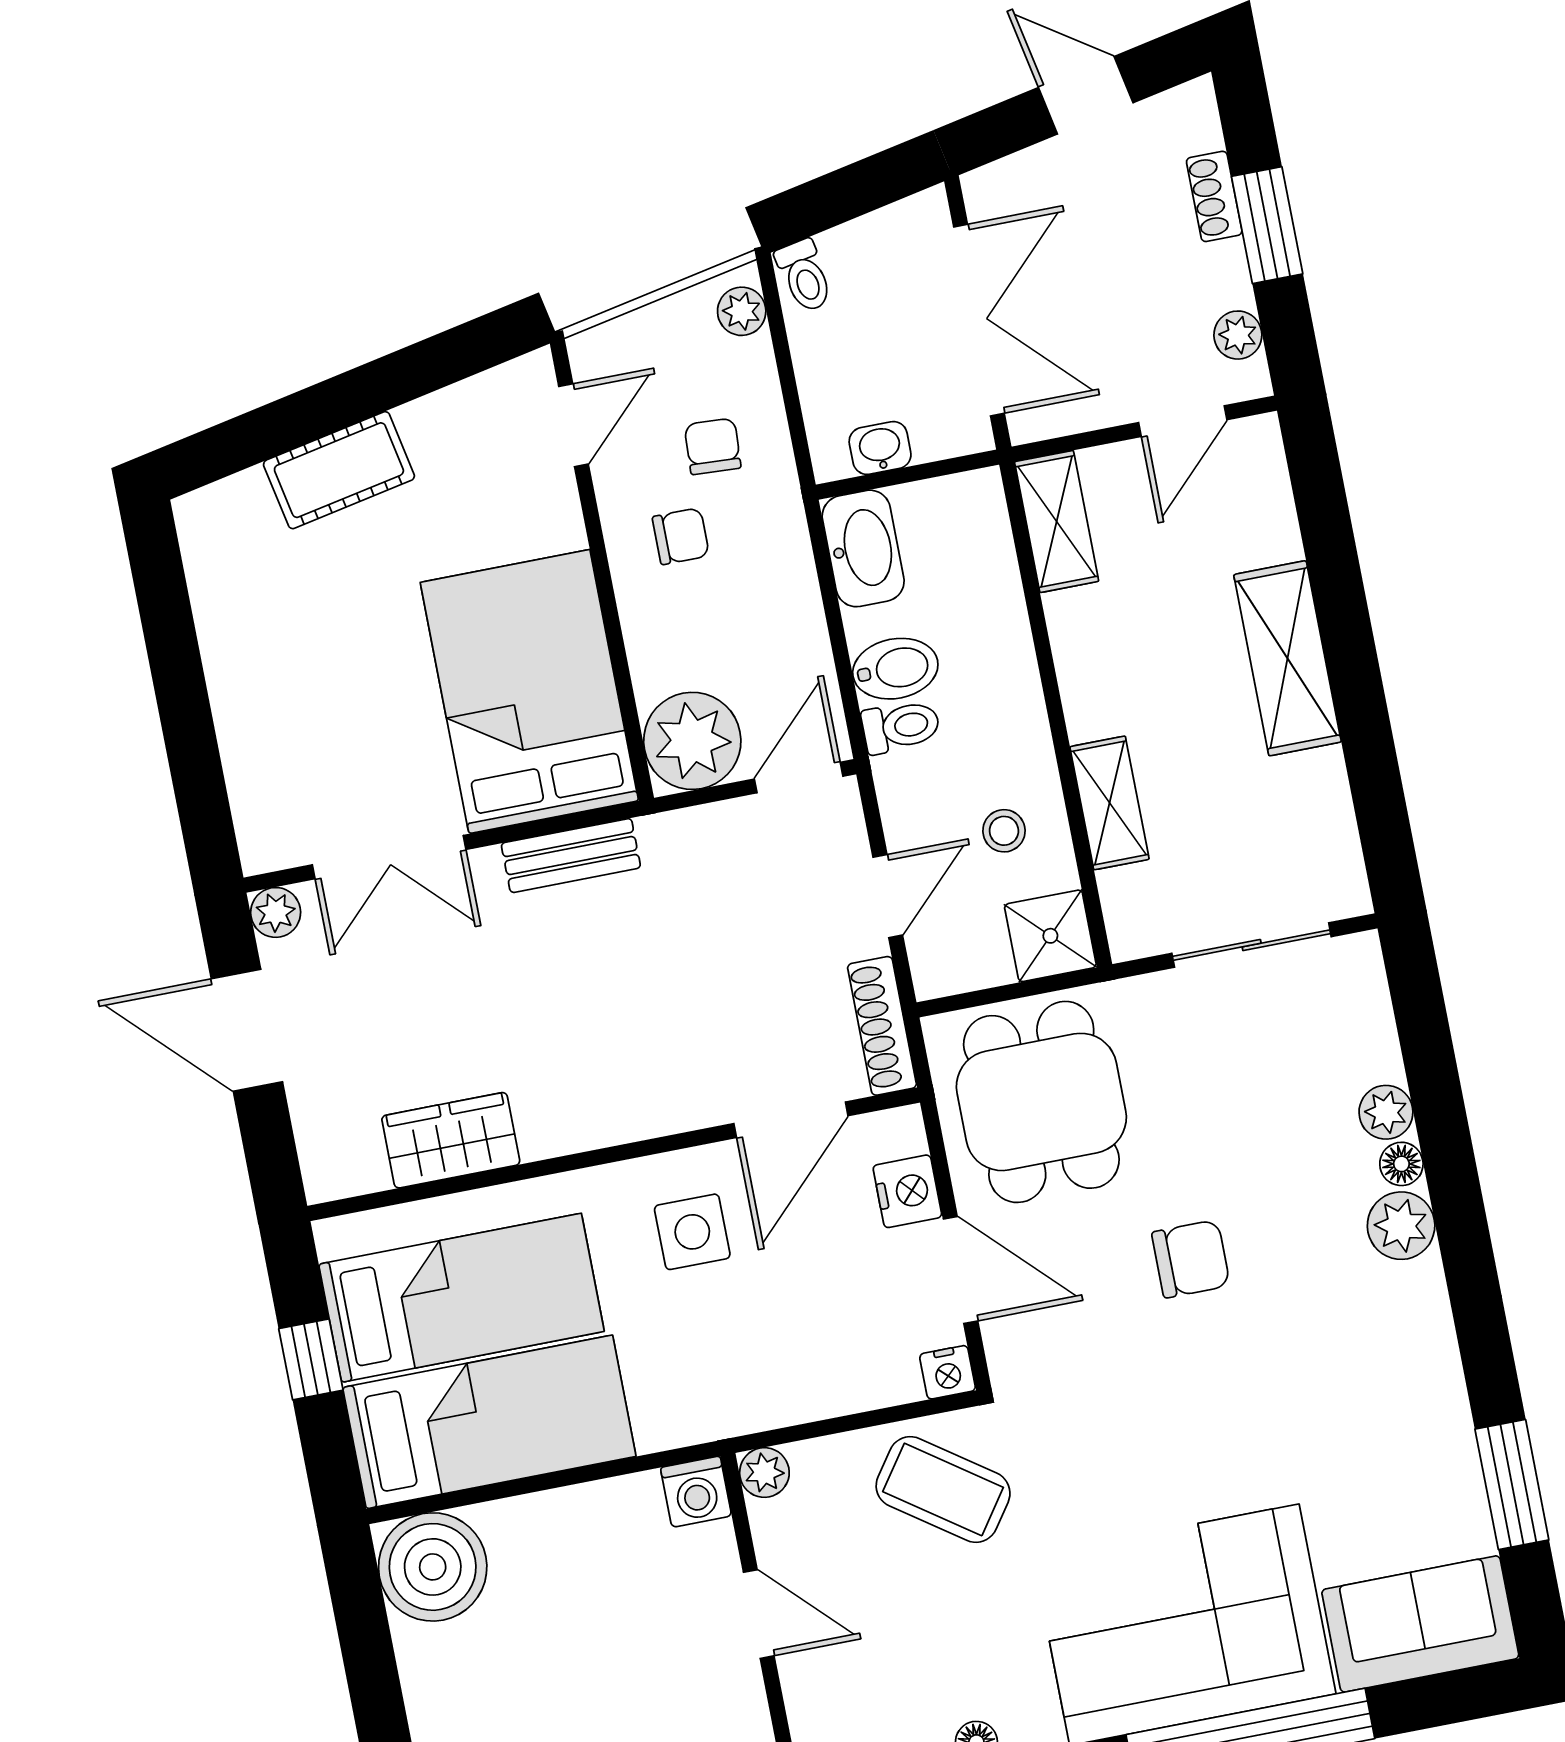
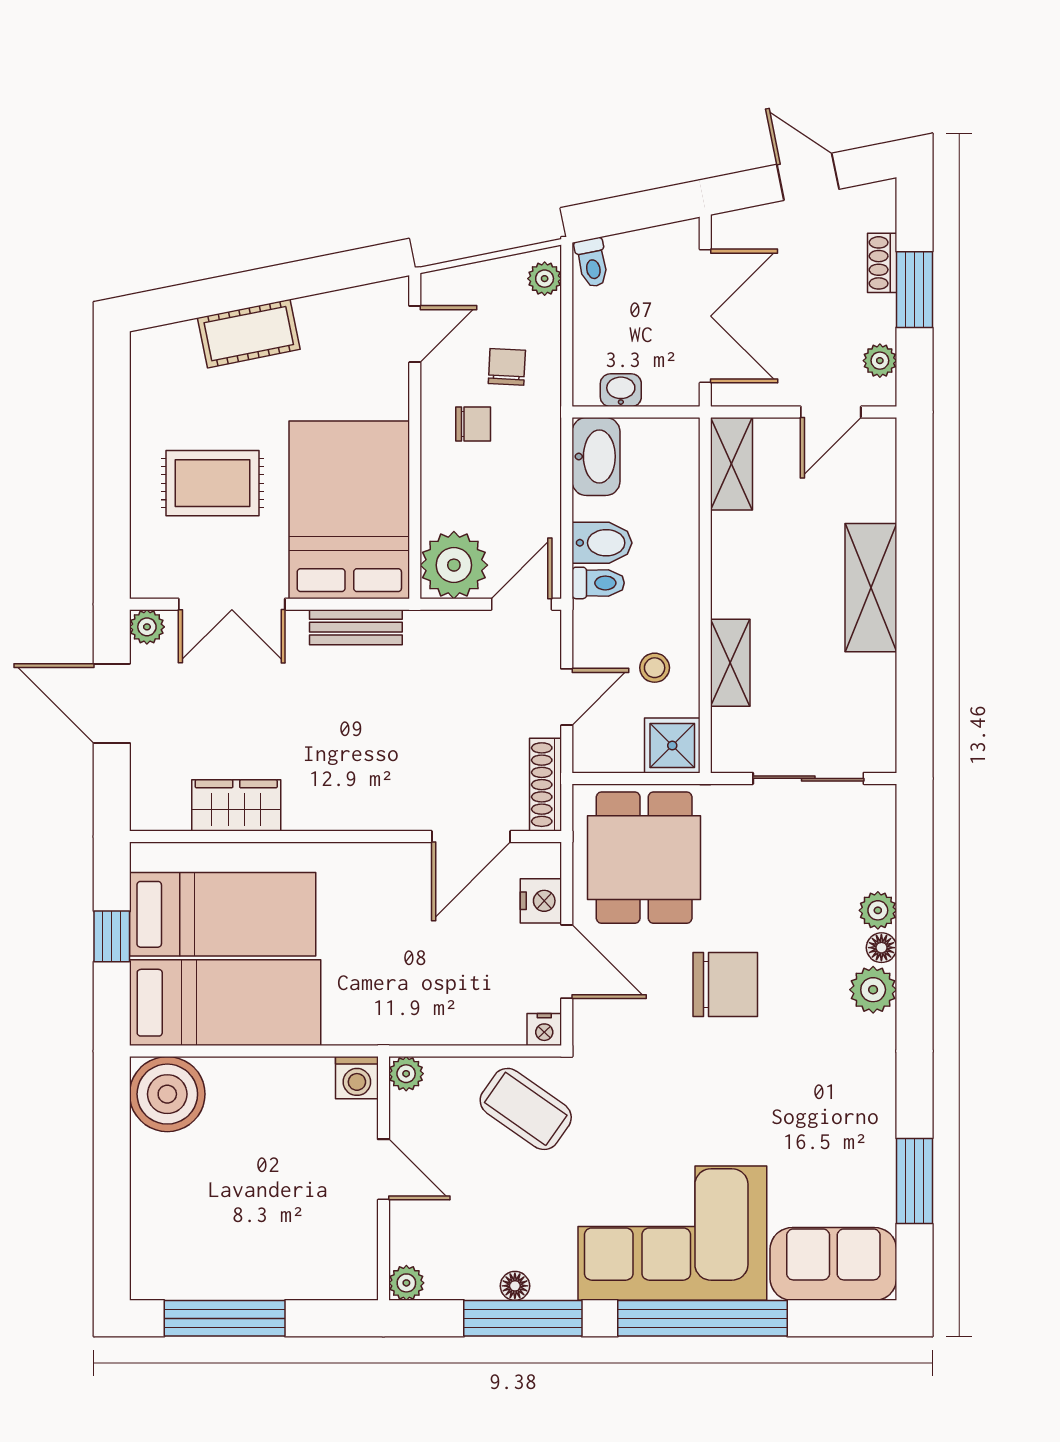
rug: (329, 691) -> (212, 483), added
side table: (692, 1232) -> (389, 900), removed
chair: (1191, 1259) -> (725, 985), width x1.37, depth x1.37

